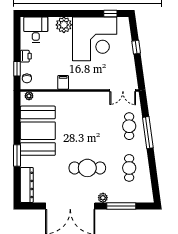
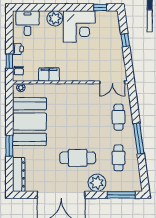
corner desk: (95, 39) -> (79, 26), width x0.74, depth x0.74
filing cabinet: (63, 82) -> (49, 74), width x2.00
window: (148, 133) -> (139, 139), moved
plant: (103, 198) -> (97, 183), width x1.87, depth x1.87
window: (121, 206) -> (121, 195), moved

